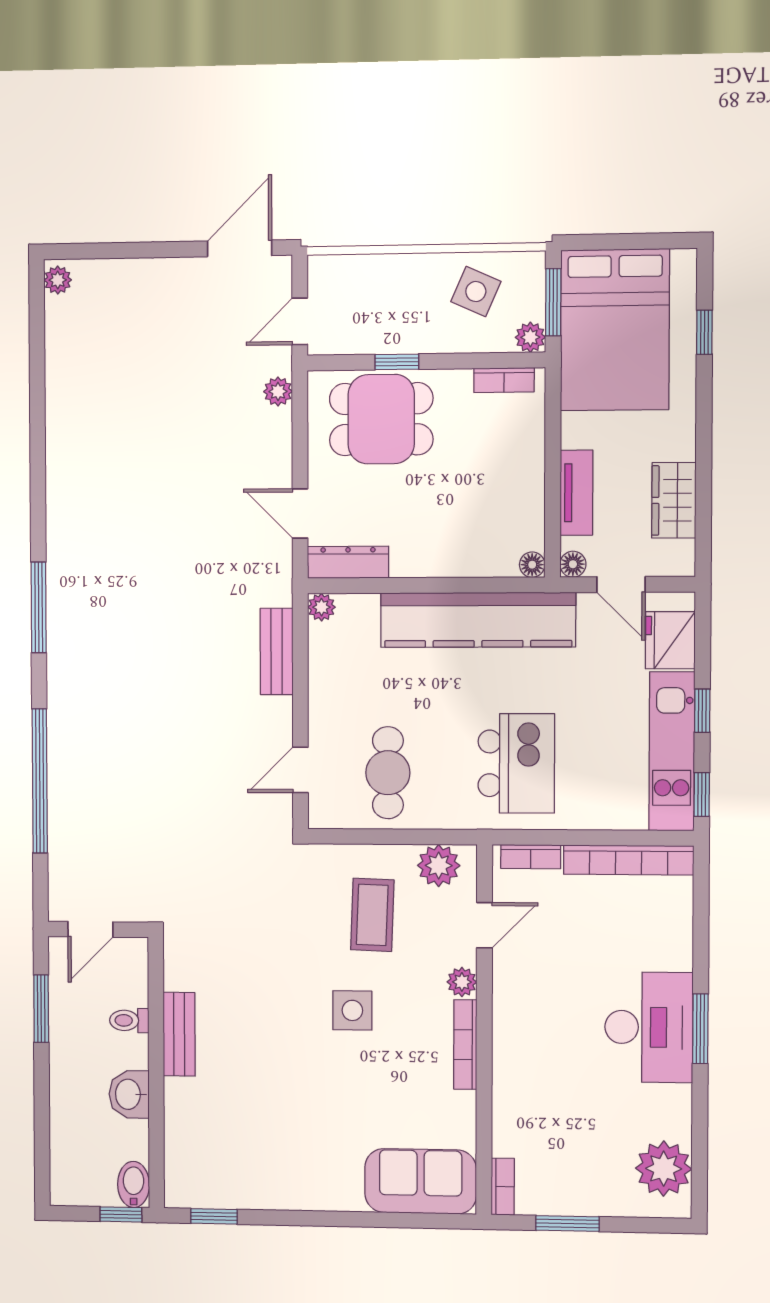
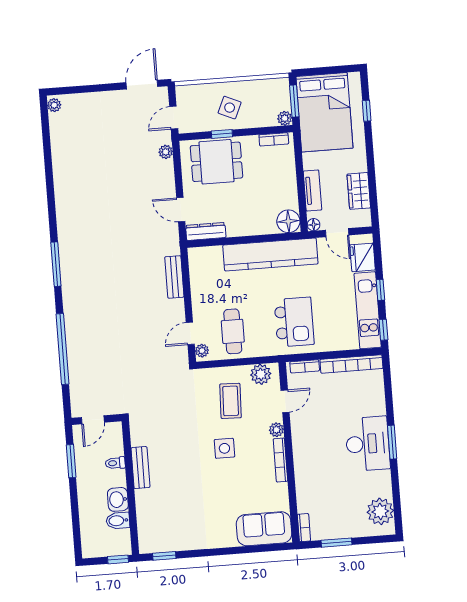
side table: (476, 292) -> (230, 108), moved
floor lamp: (532, 565) -> (288, 221), width x1.89, depth x1.89
plant: (321, 607) -> (202, 351), moved
bidet: (134, 1184) -> (118, 521), moved, turned -90

